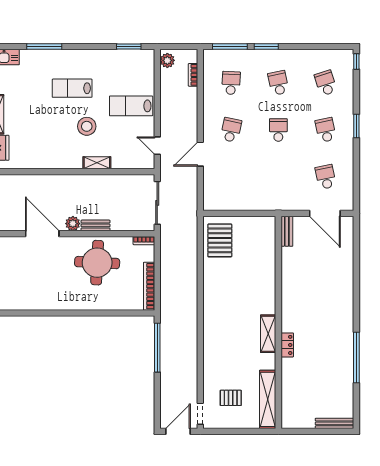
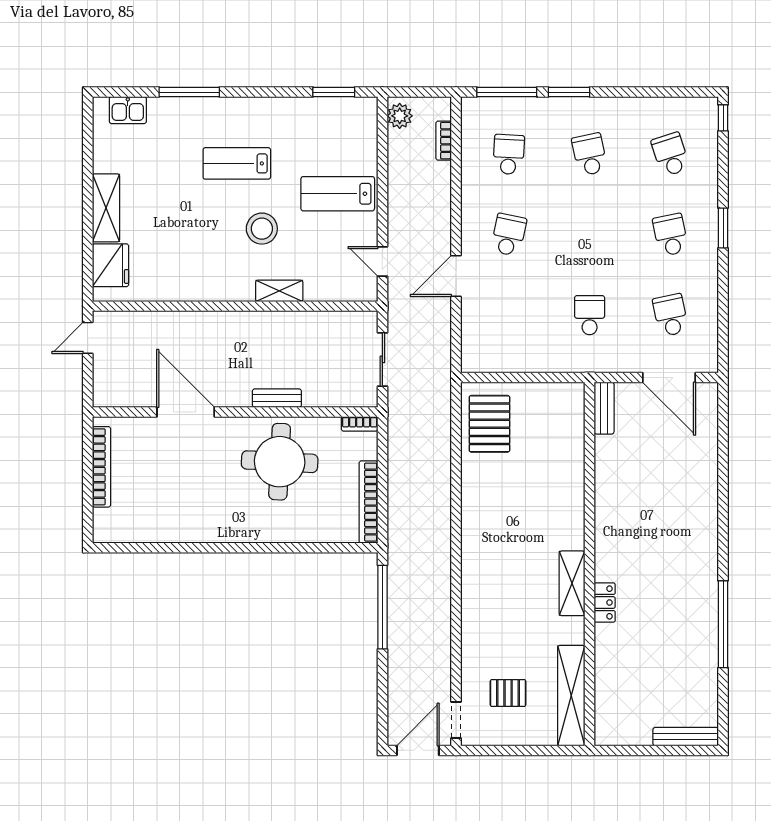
school desk: (278, 130) -> (590, 315), moved
sliding door: (157, 203) -> (382, 359), width x0.73
plant: (73, 224) -> (238, 395), removed

